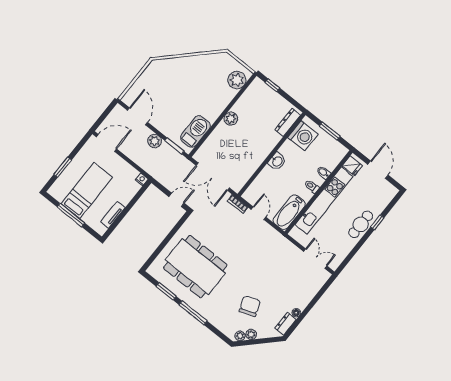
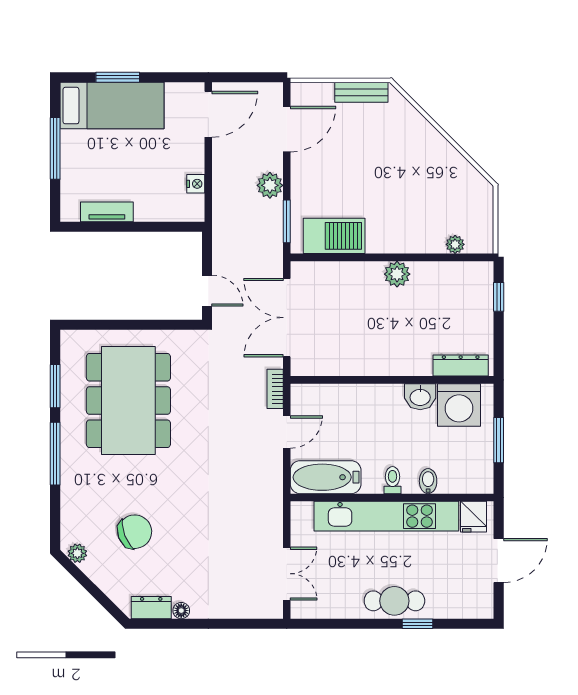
bench: (147, 75) -> (361, 92), added
plant: (237, 80) -> (455, 244), width x0.53, depth x0.53
door: (106, 143) -> (208, 114), hinge flipped
washbasin: (277, 161) -> (420, 397), moved
nightstand: (142, 179) -> (196, 184), moved
bed: (87, 190) -> (112, 106), moved
plant: (251, 334) -> (93, 568), removed

